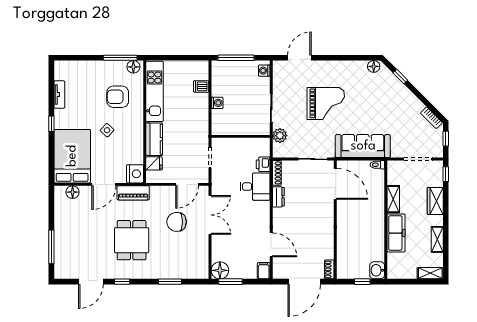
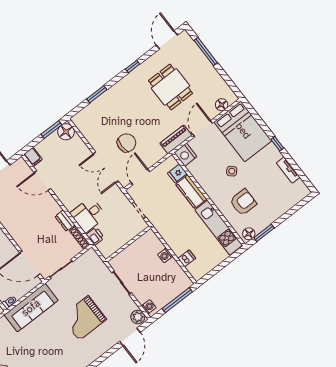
window: (120, 58) -> (264, 233), width x0.69
plant: (280, 136) -> (138, 317), moved
dining table: (132, 240) -> (171, 87), moved
door: (91, 282) -> (167, 40), moved

